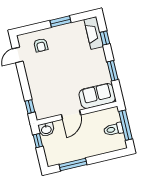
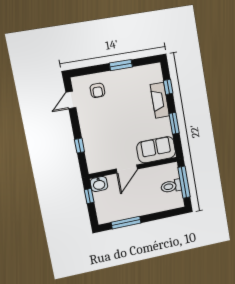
fireplace: (94, 33) -> (160, 100), moved
window: (30, 107) -> (79, 146), moved

